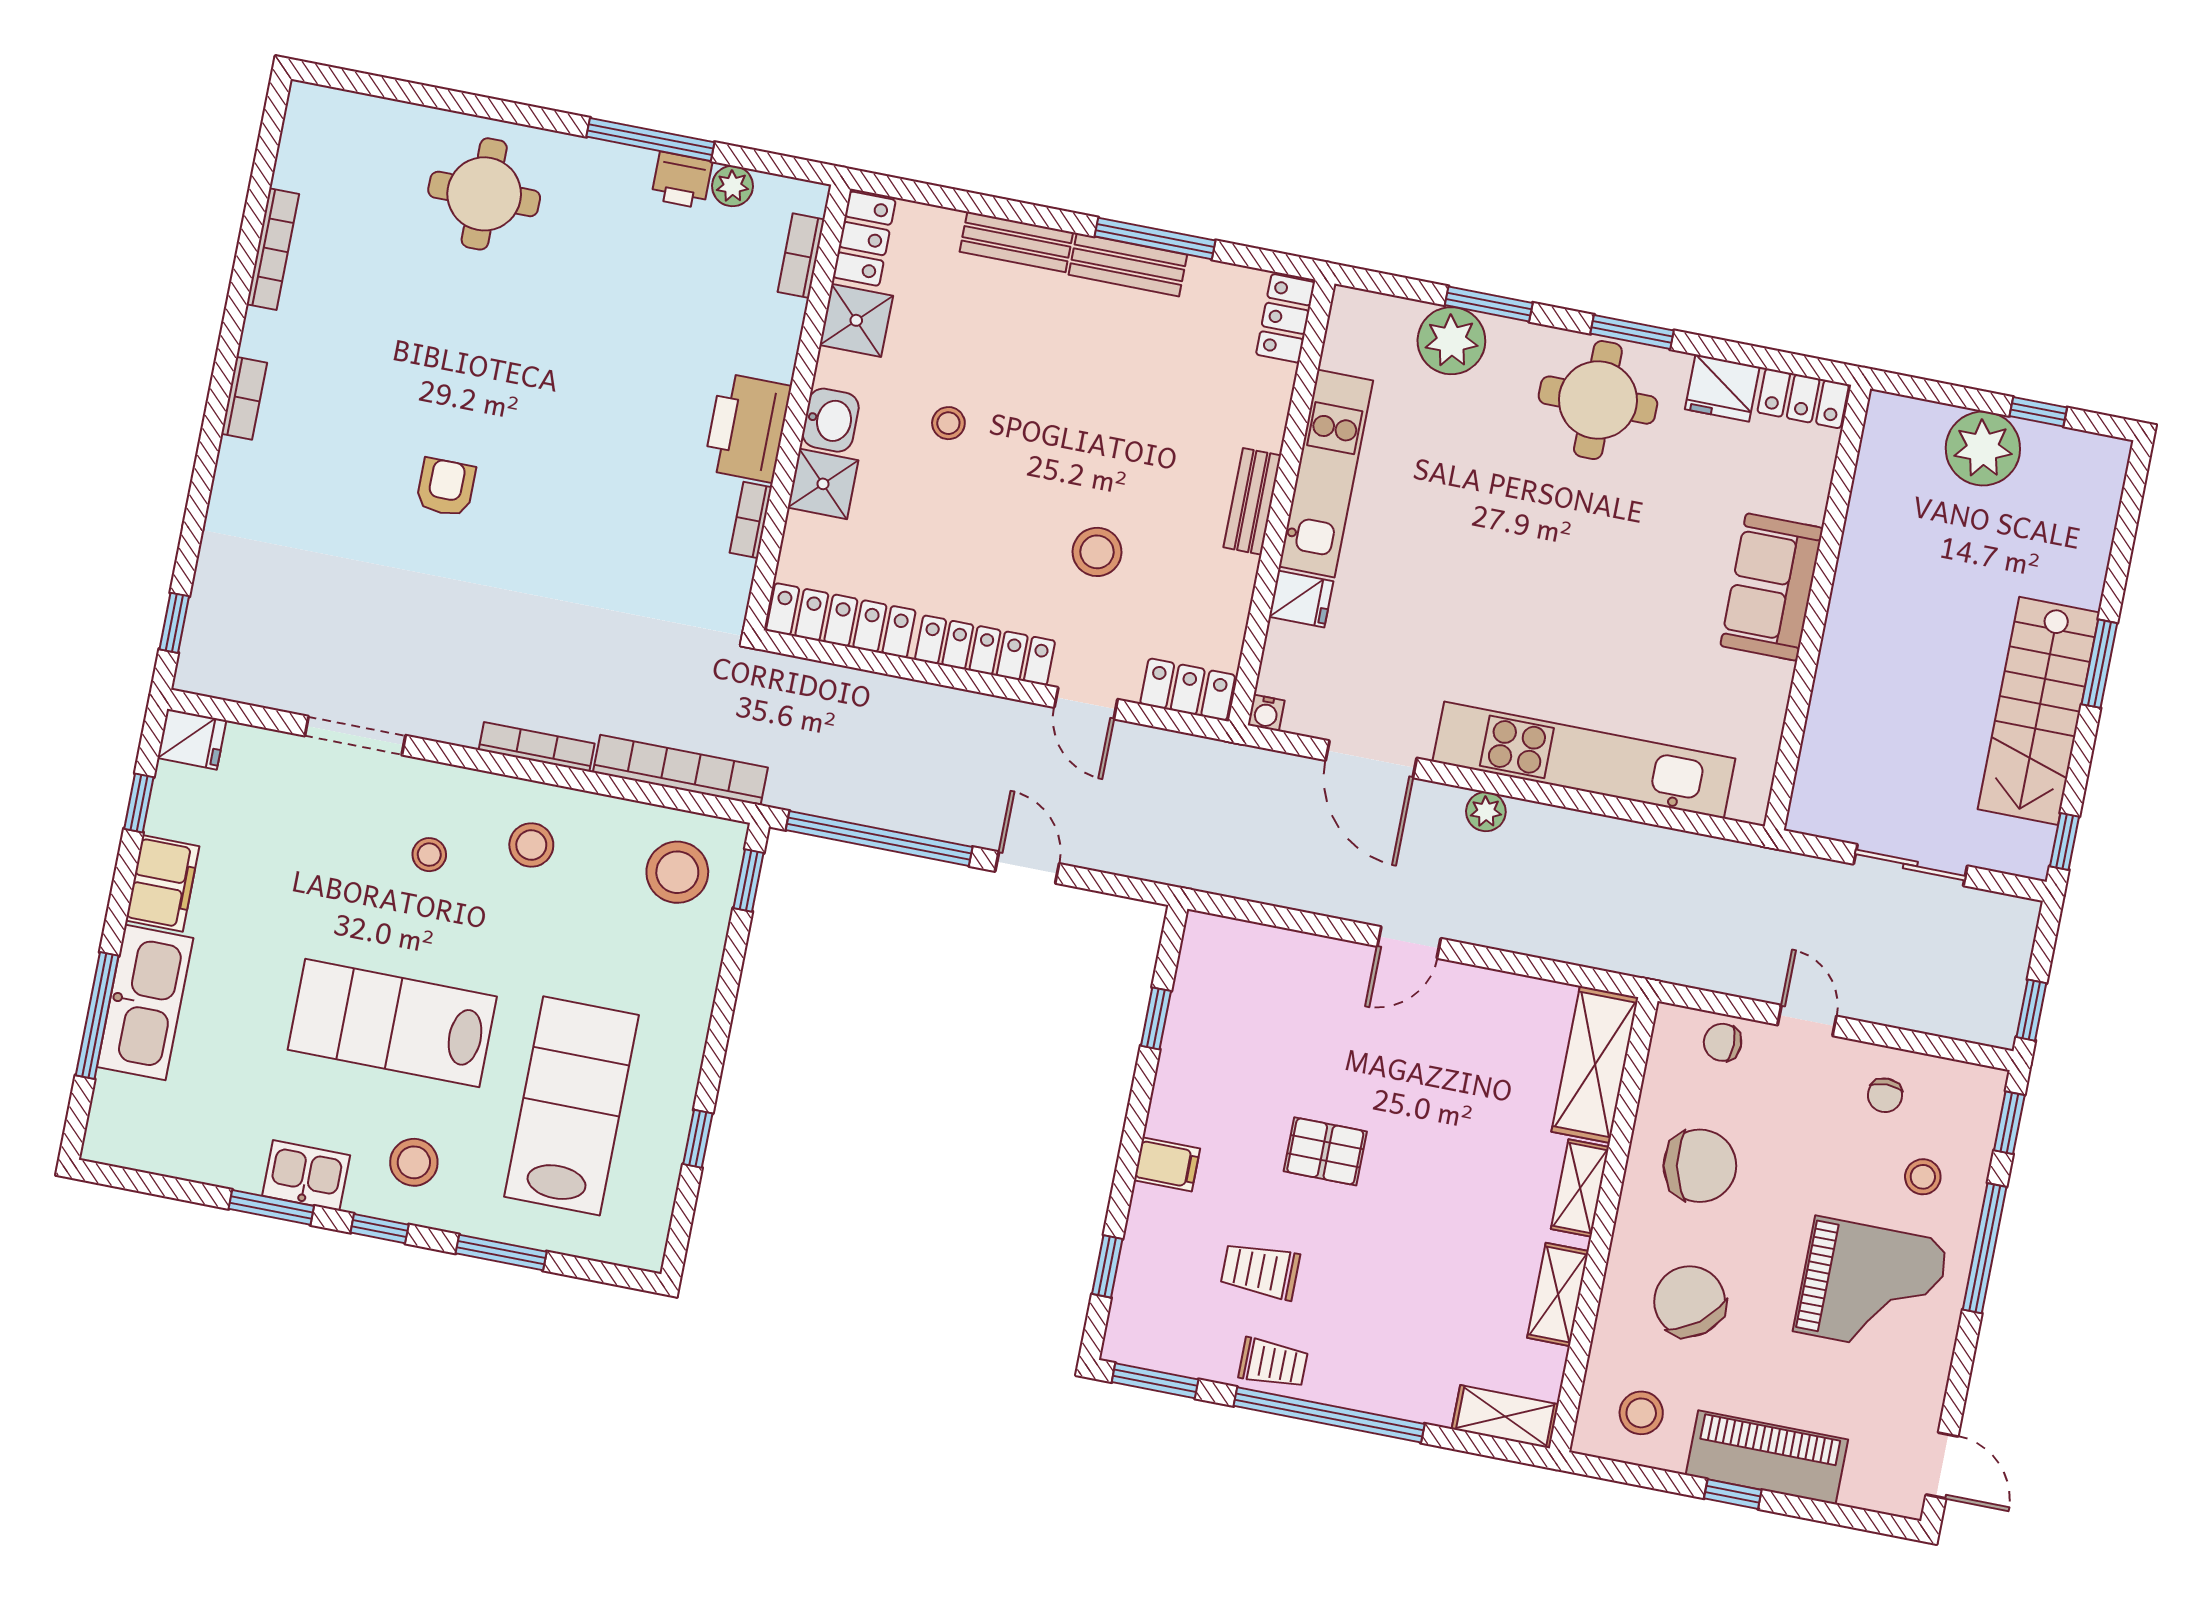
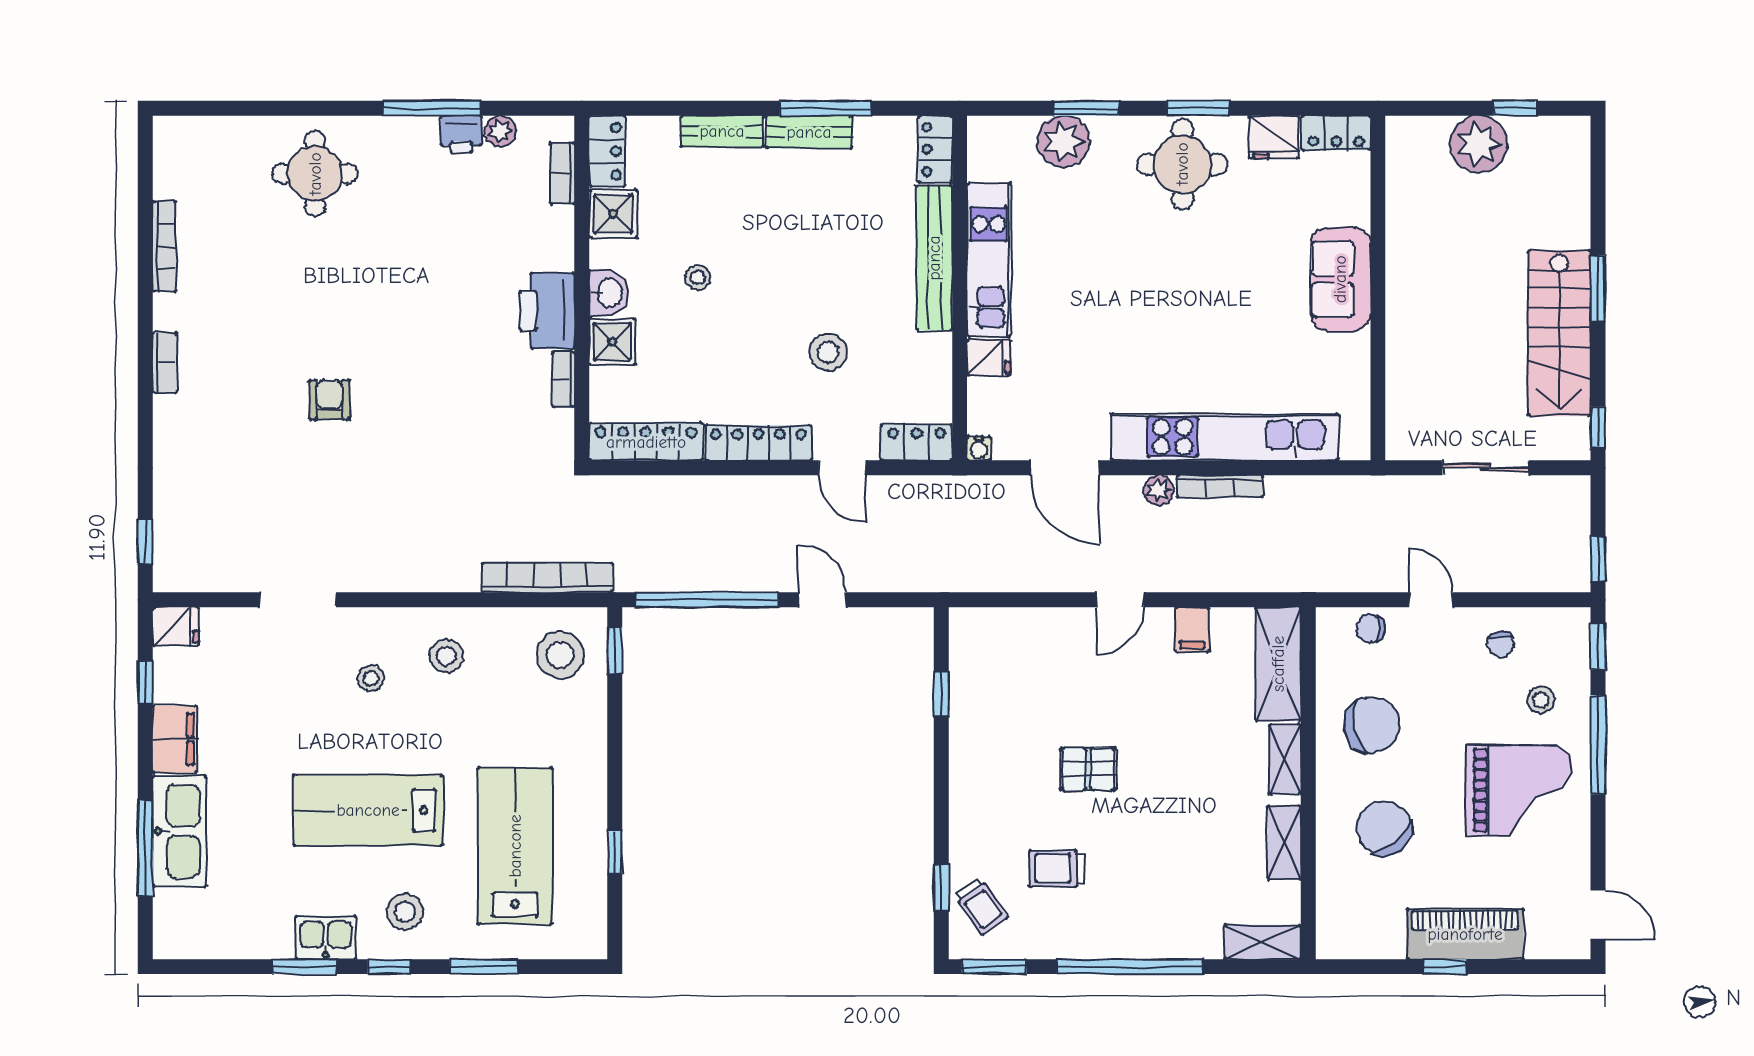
bench: (1252, 501) -> (934, 258), width x1.86, depth x1.21
bookcase: (537, 747) -> (1220, 486), moved, turned 180
filing cabinet: (1167, 1164) -> (1192, 630), moved, turned 90
trolley: (1273, 1363) -> (981, 906), moved, turned 55
stool: (1641, 1413) -> (1364, 919), removed

